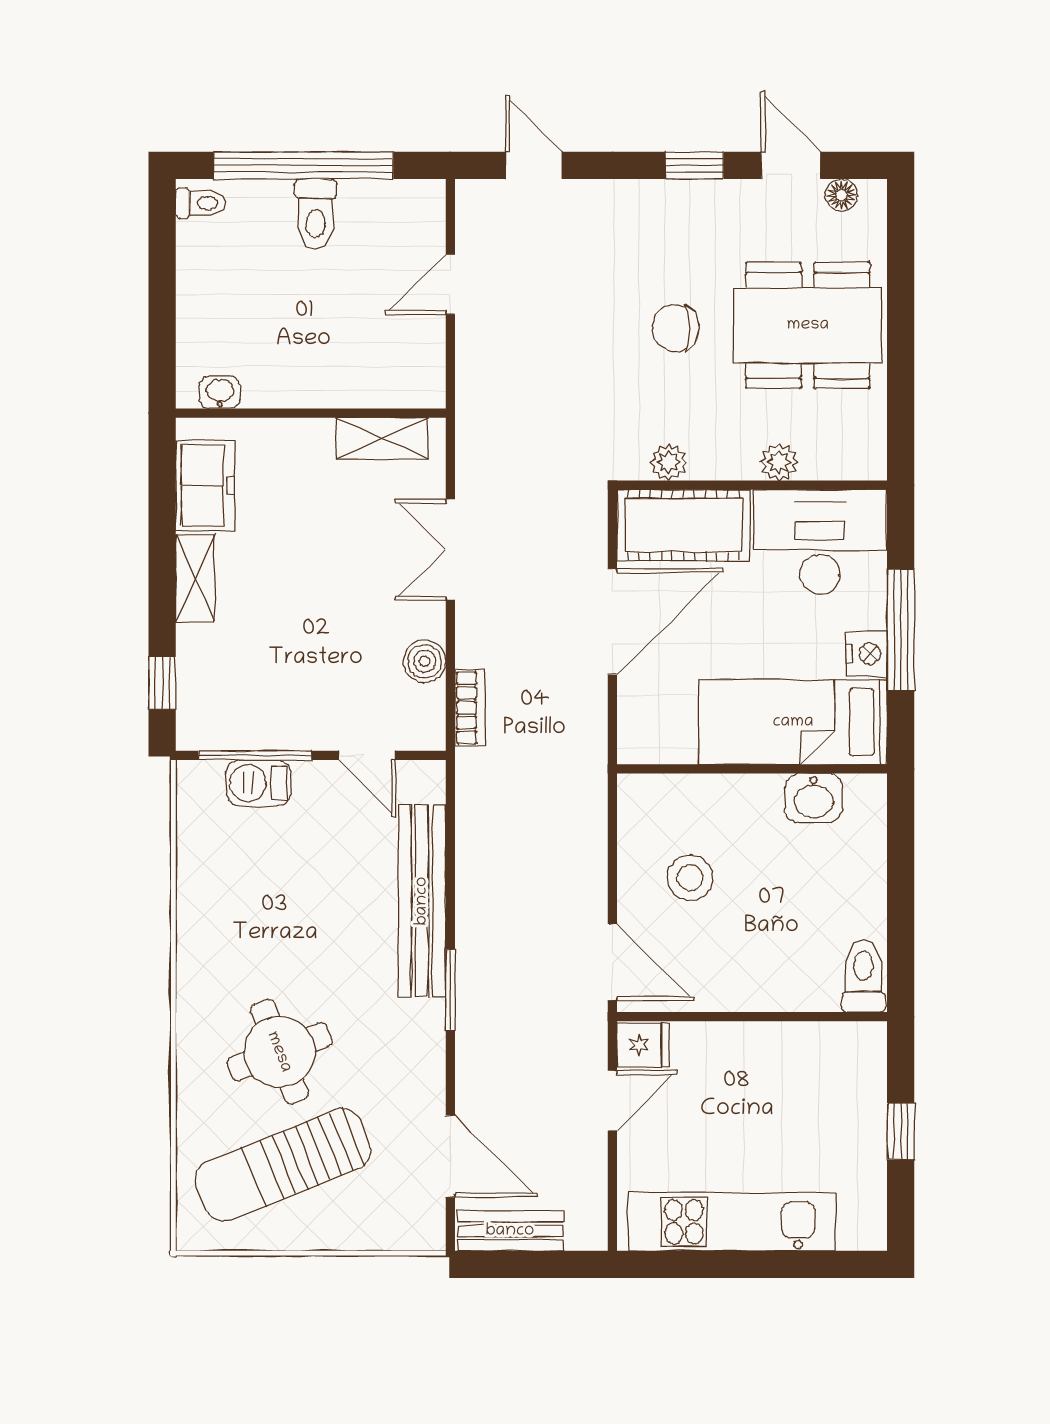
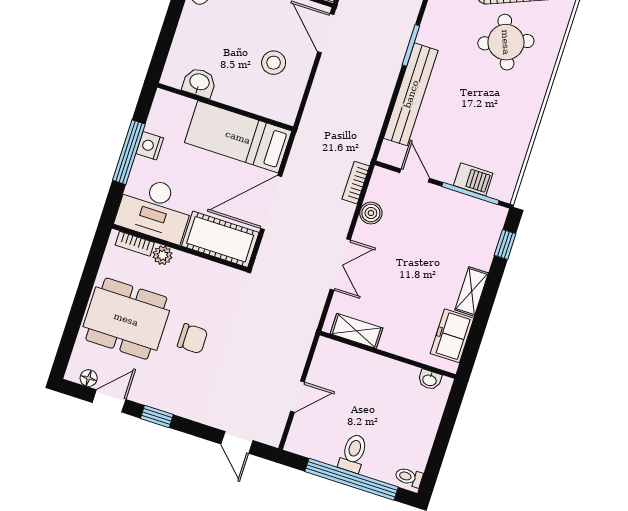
door: (791, 165) -> (109, 401), swing flipped
plant: (669, 462) -> (217, 273), removed
bookcase: (836, 467) -> (135, 244), added
bed: (793, 722) -> (238, 137), moved, turned 180

